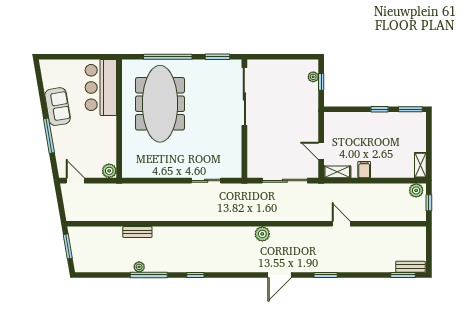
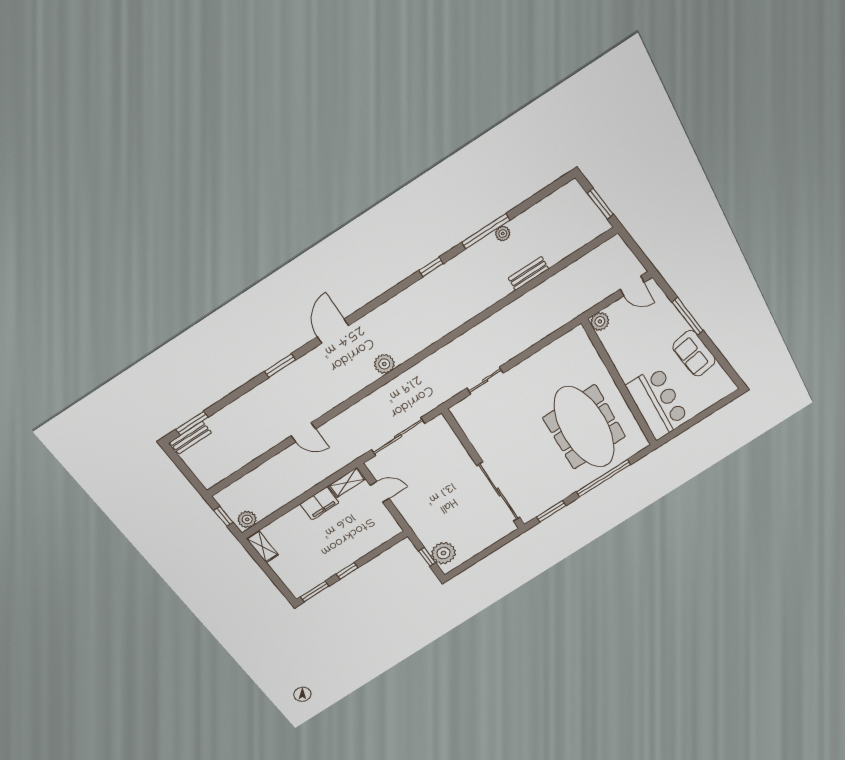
plant: (313, 77) -> (444, 553), width x1.87, depth x1.87
filing cabinet: (364, 170) -> (319, 503), width x2.00

